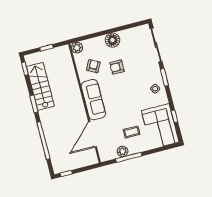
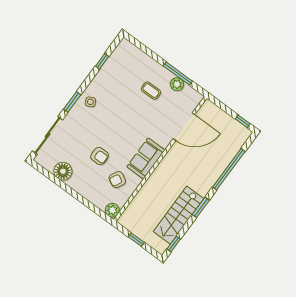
floor lamp: (113, 40) -> (63, 171), moved
sofa: (93, 100) -> (146, 158), width x0.73
corner sofa: (160, 126) -> (123, 67), removed

